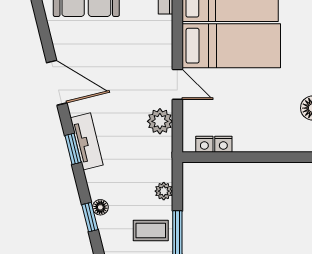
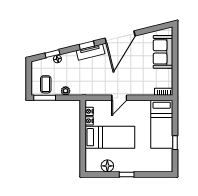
bed: (231, 46) -> (110, 137), moved, turned -90
door: (57, 83) -> (120, 37), width x1.36
plant: (160, 121) -> (101, 89), removed

